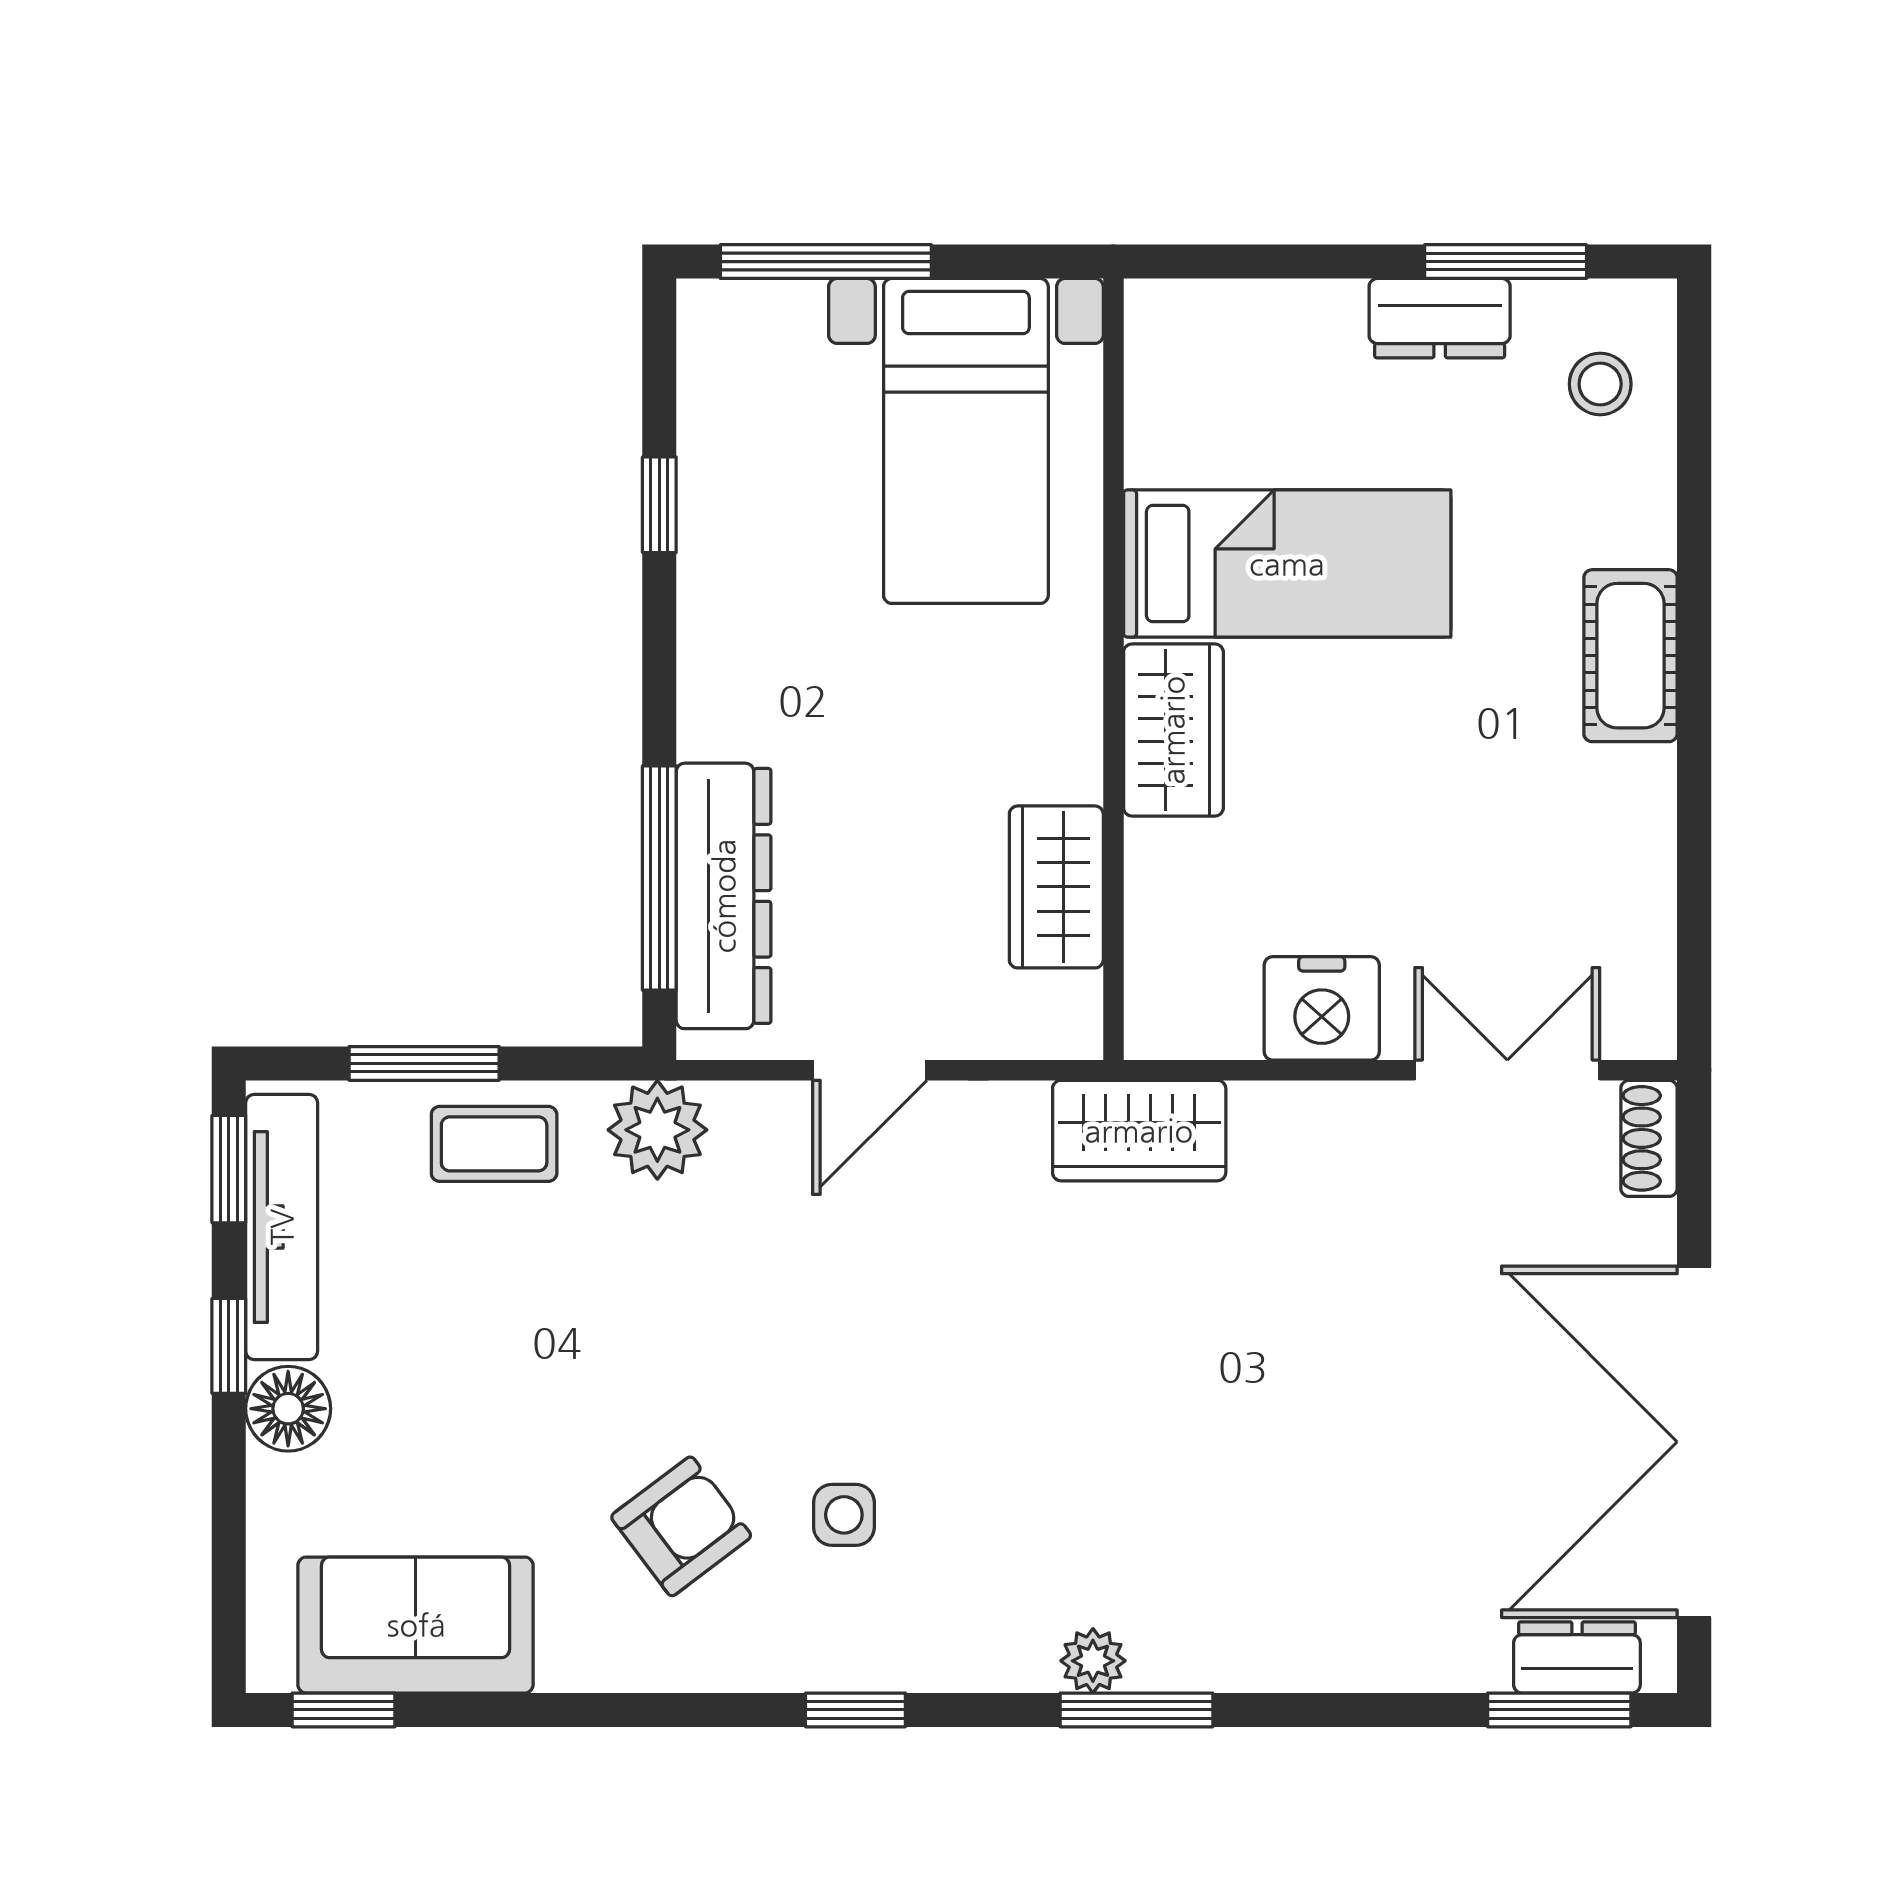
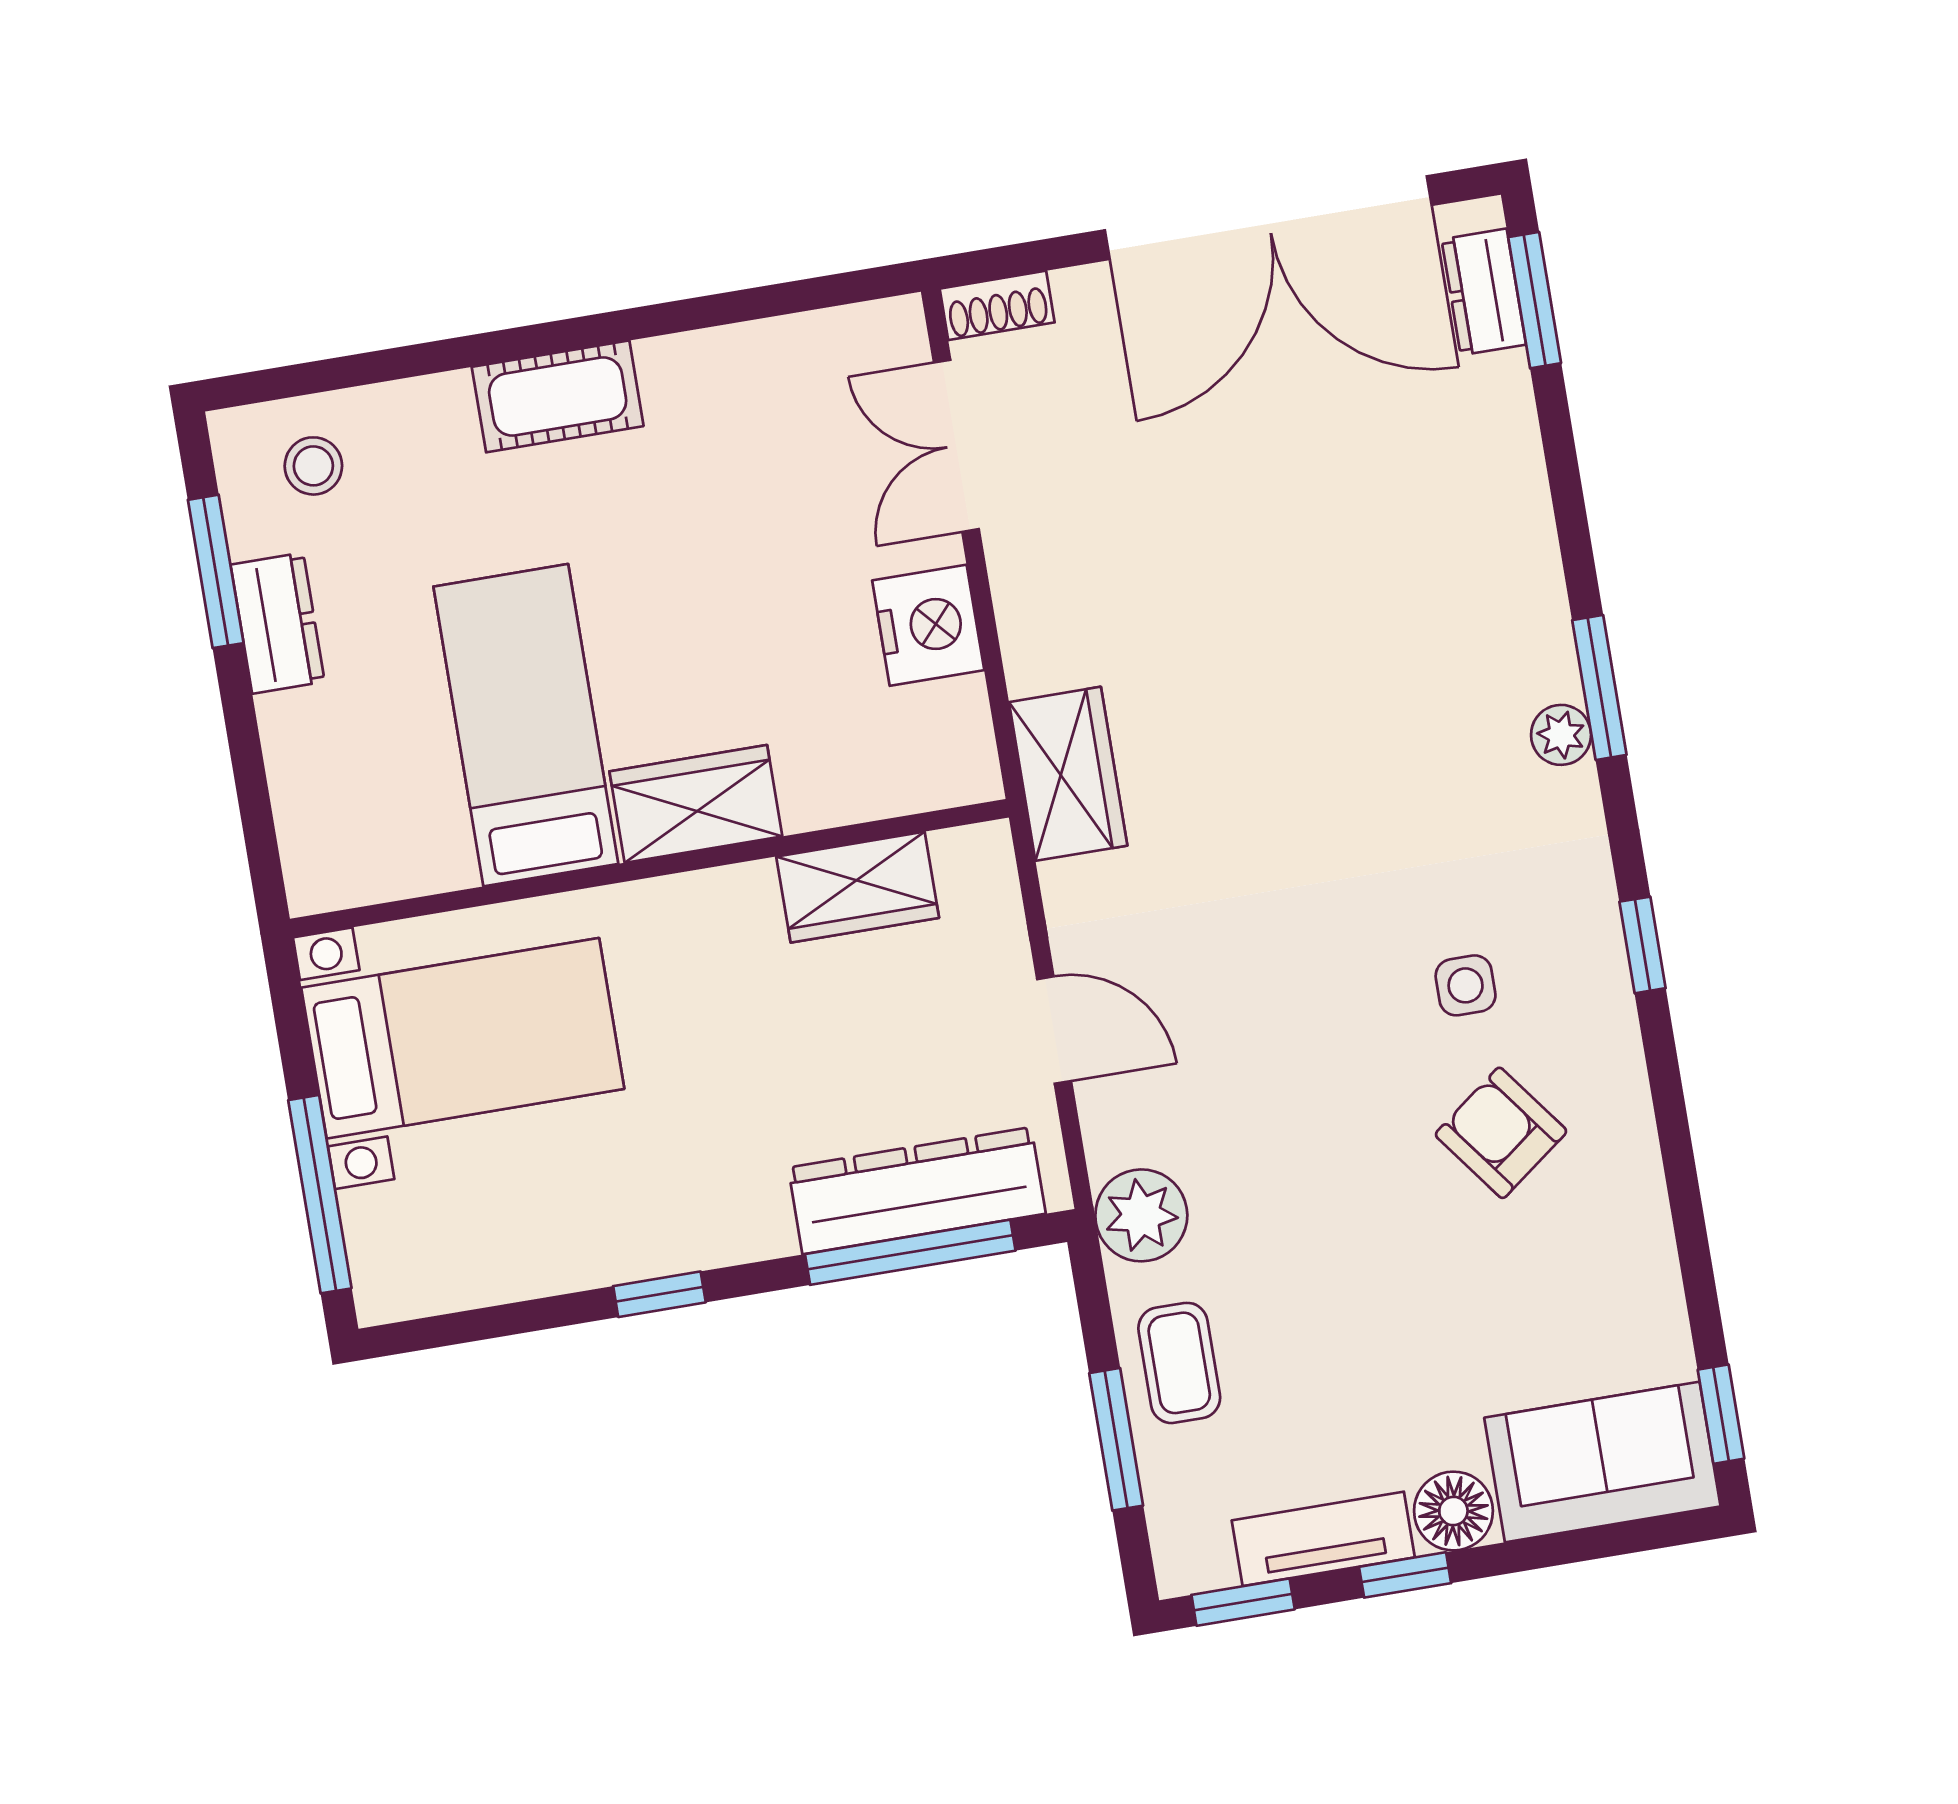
window: (659, 505) -> (659, 1294), moved
tv unit: (282, 1227) -> (1323, 1539), width x0.71
sofa: (416, 1625) -> (1602, 1462), moved, turned 90

